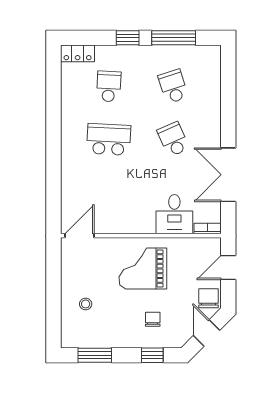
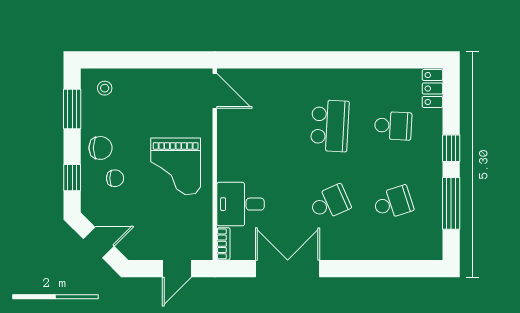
door: (228, 267) -> (177, 269), swing flipped
grand piano: (143, 269) -> (176, 166), turned 180
chair: (209, 298) -> (100, 148), moved
stool: (86, 304) -> (105, 88), moved

